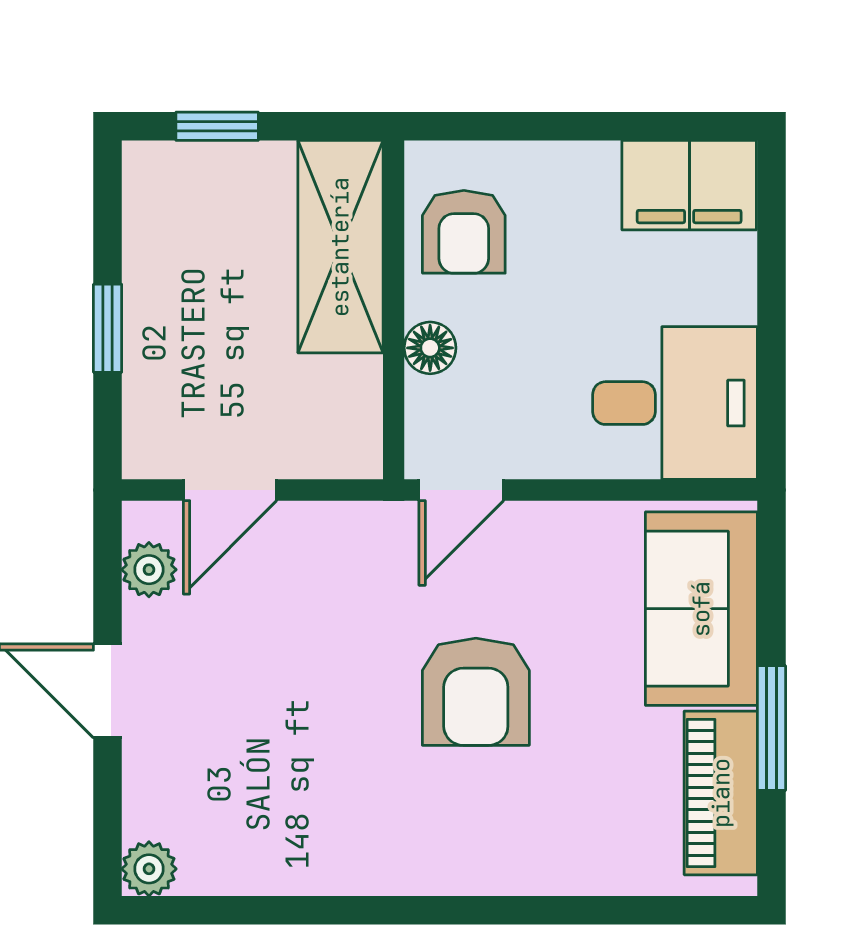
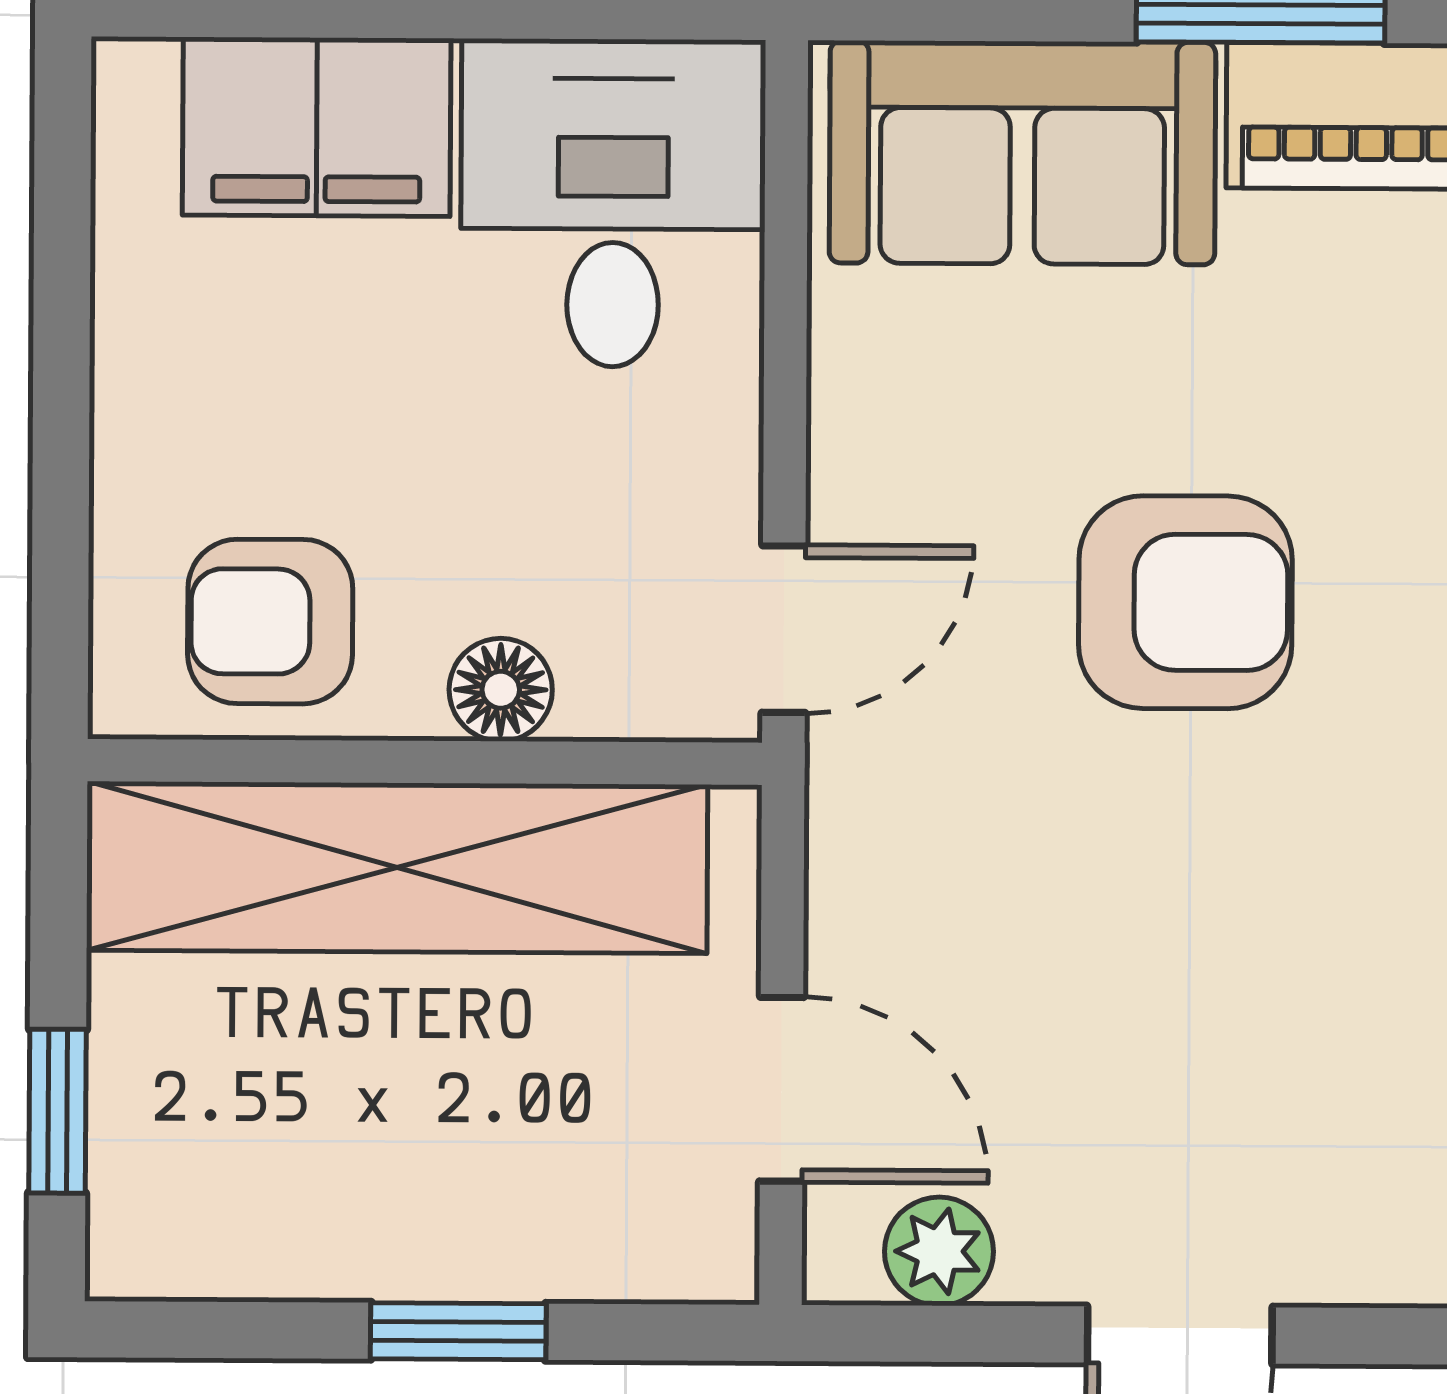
filing cabinet: (689, 185) -> (317, 127), moved, turned 90
armchair: (464, 232) -> (270, 622), turned 180
shelving: (340, 247) -> (397, 867), width x1.47
door: (461, 490) -> (784, 629), hinge flipped

